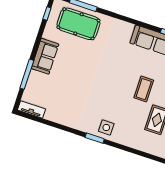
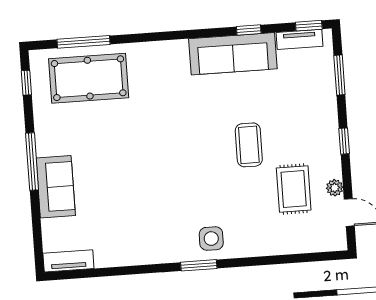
sofa: (45, 56) -> (56, 187), moved
window: (27, 74) -> (32, 162), moved

